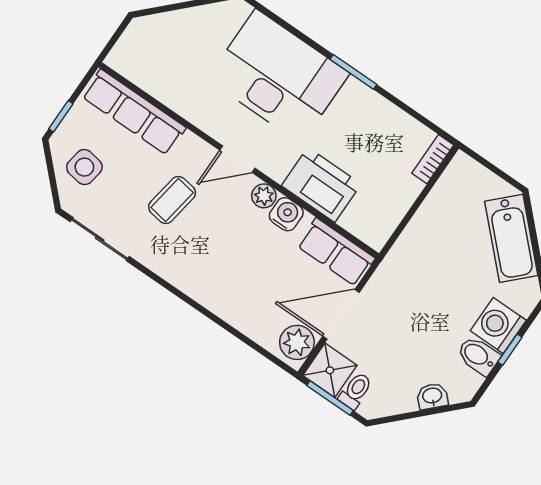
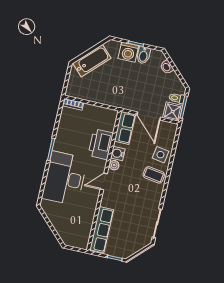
door: (237, 159) -> (104, 181), swing flipped
side table: (84, 167) -> (160, 155), moved
coffee table: (172, 200) -> (154, 175), moved
plant: (297, 342) -> (167, 129), removed

